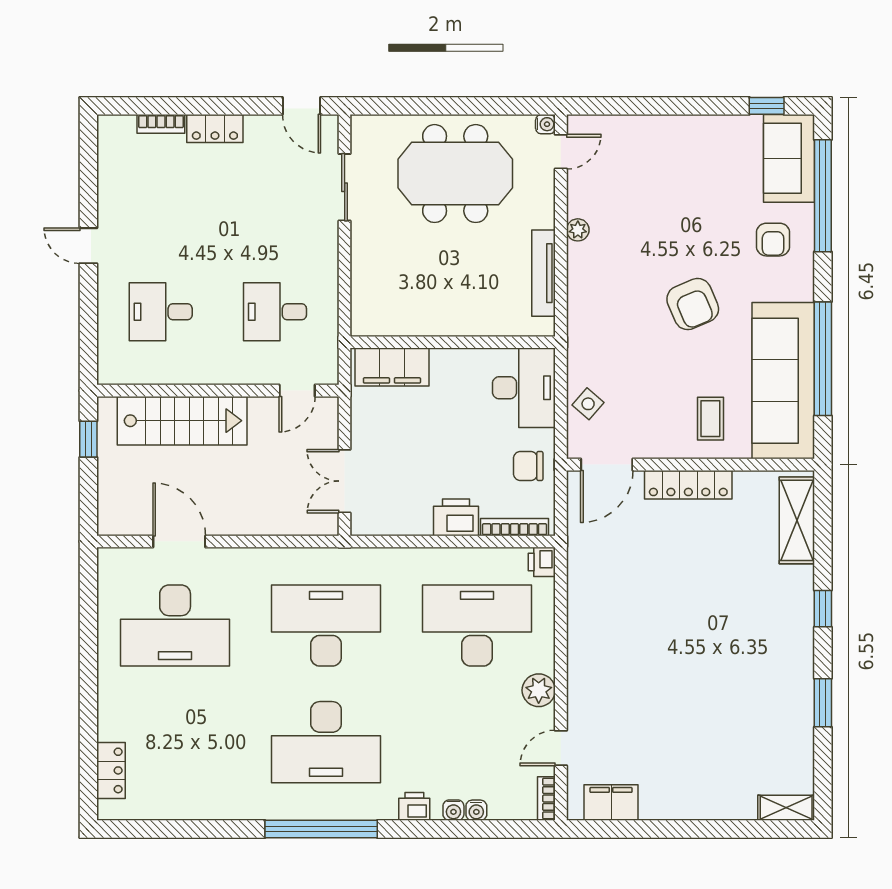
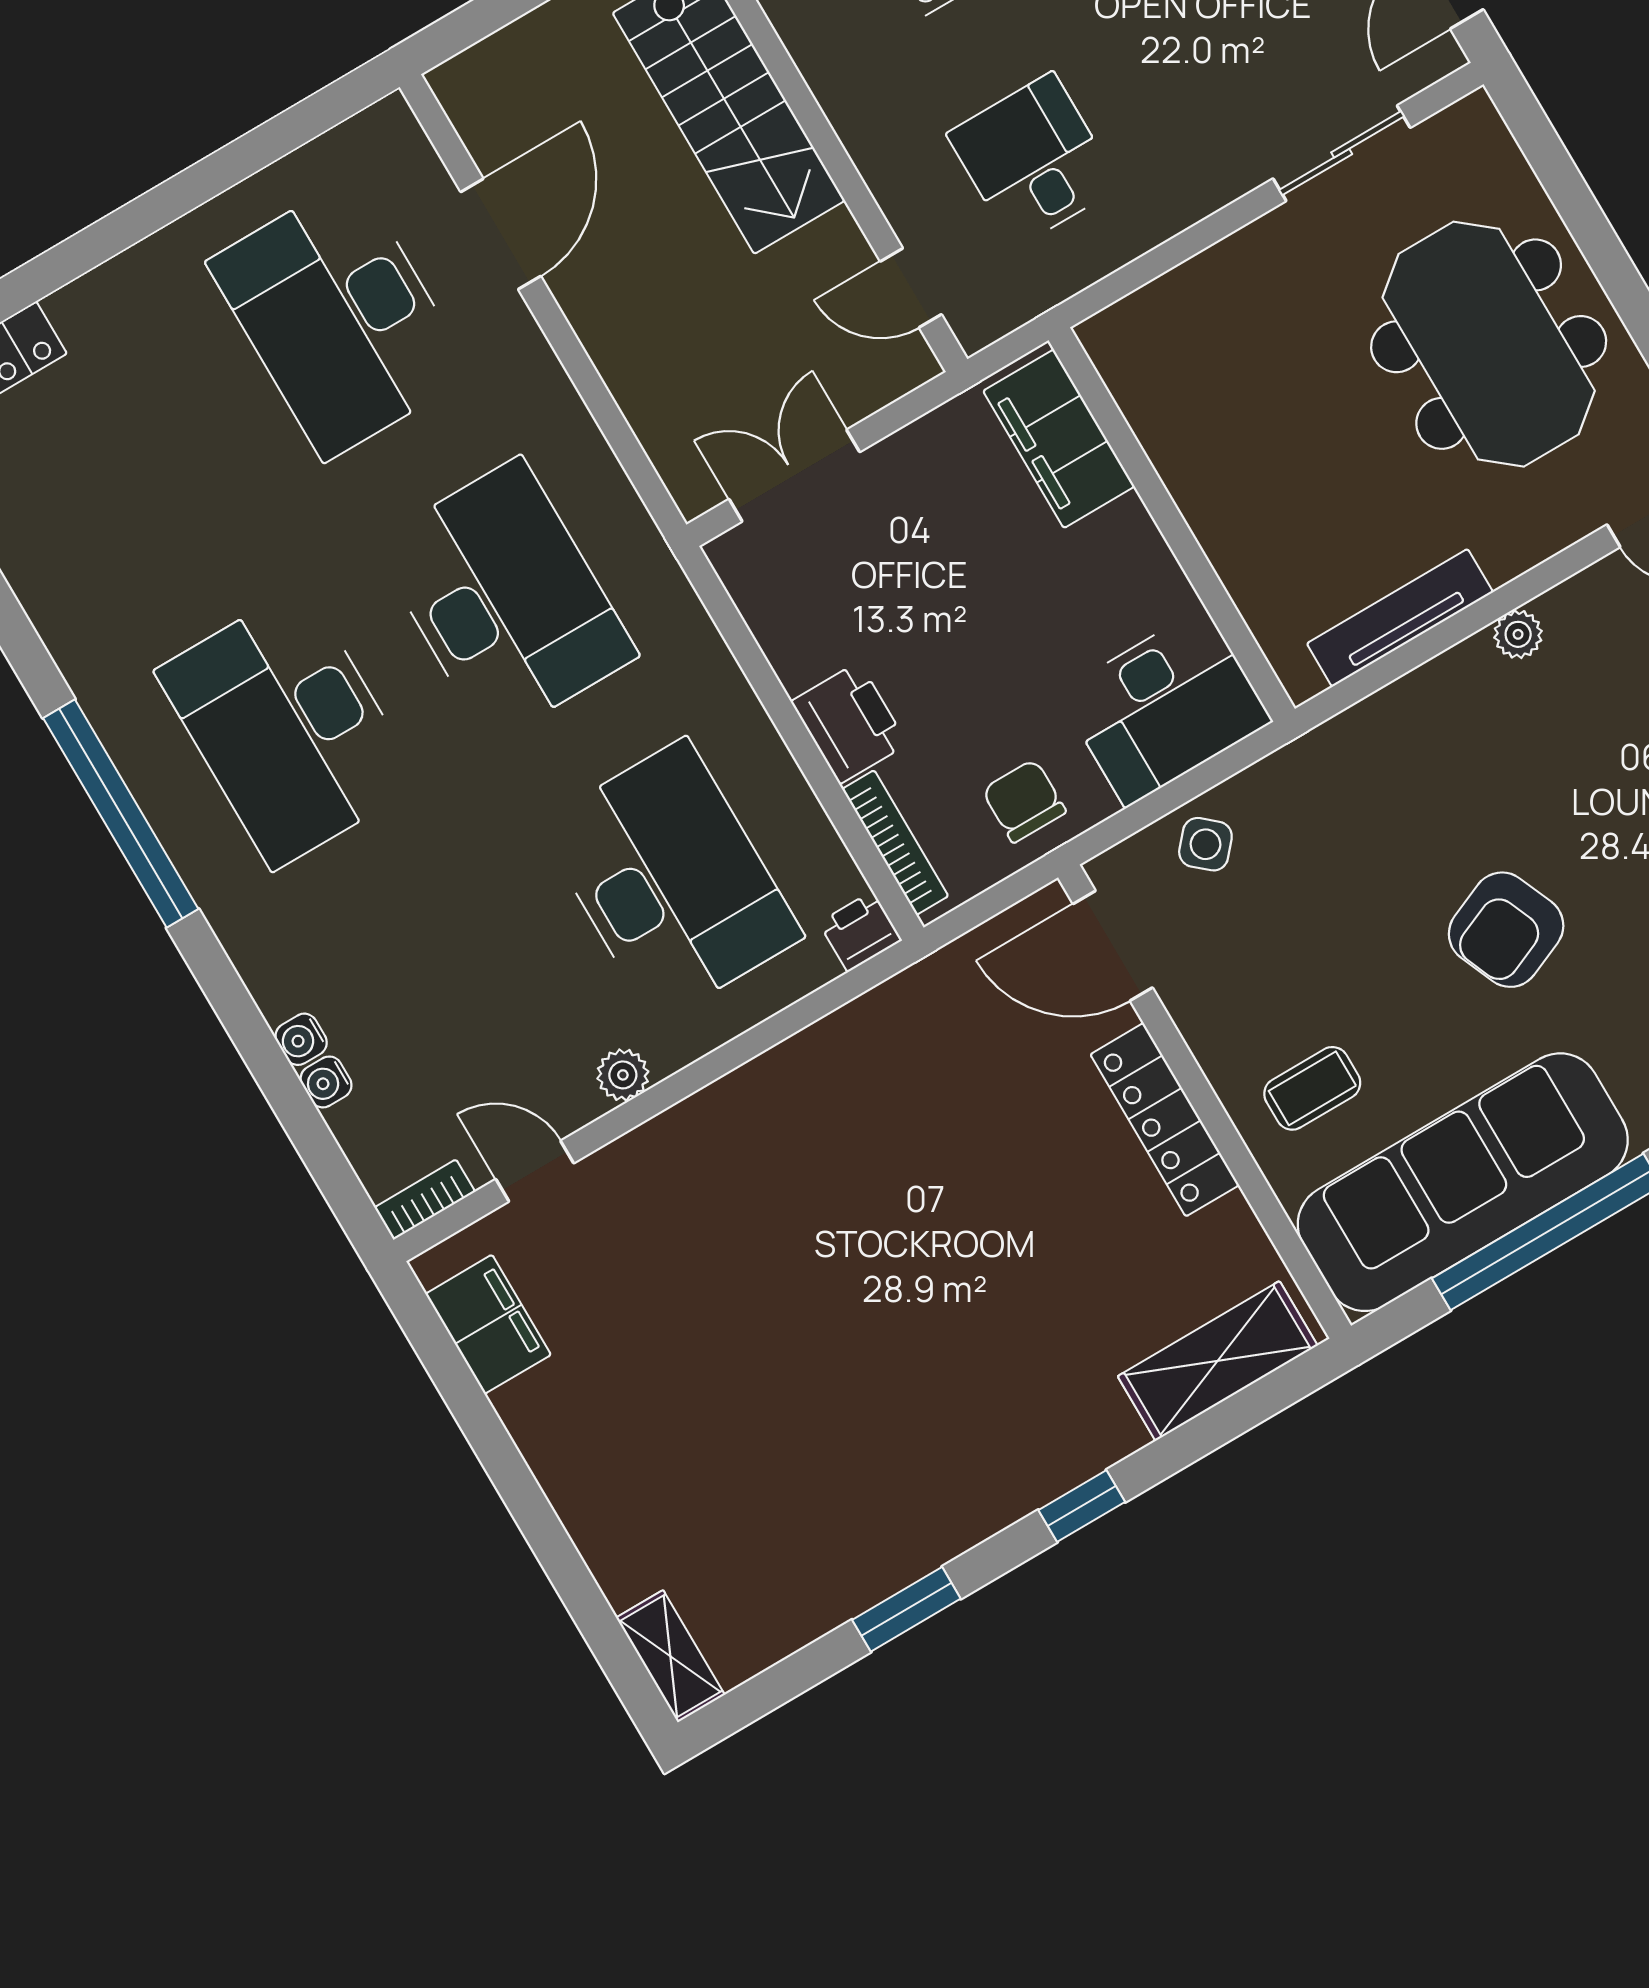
plant: (539, 690) -> (623, 1075), width x0.73, depth x0.73
printer: (414, 806) -> (265, 962), removed

